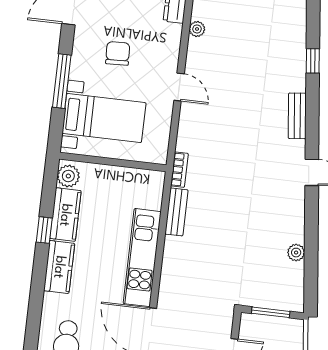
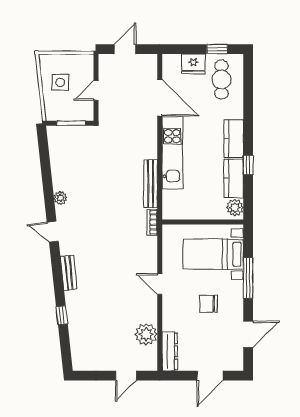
plant: (197, 29) -> (146, 334), width x1.87, depth x1.87
chair: (118, 53) -> (209, 304), turned 92
bench: (177, 212) -> (151, 184), width x1.36
plant: (296, 253) -> (60, 198), moved

